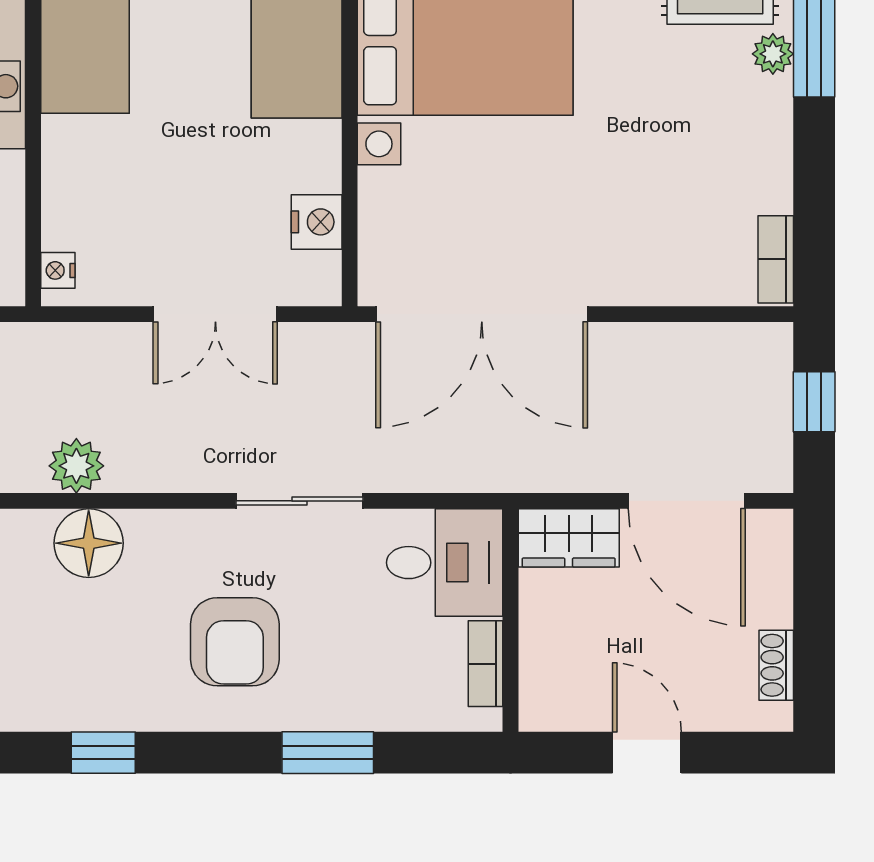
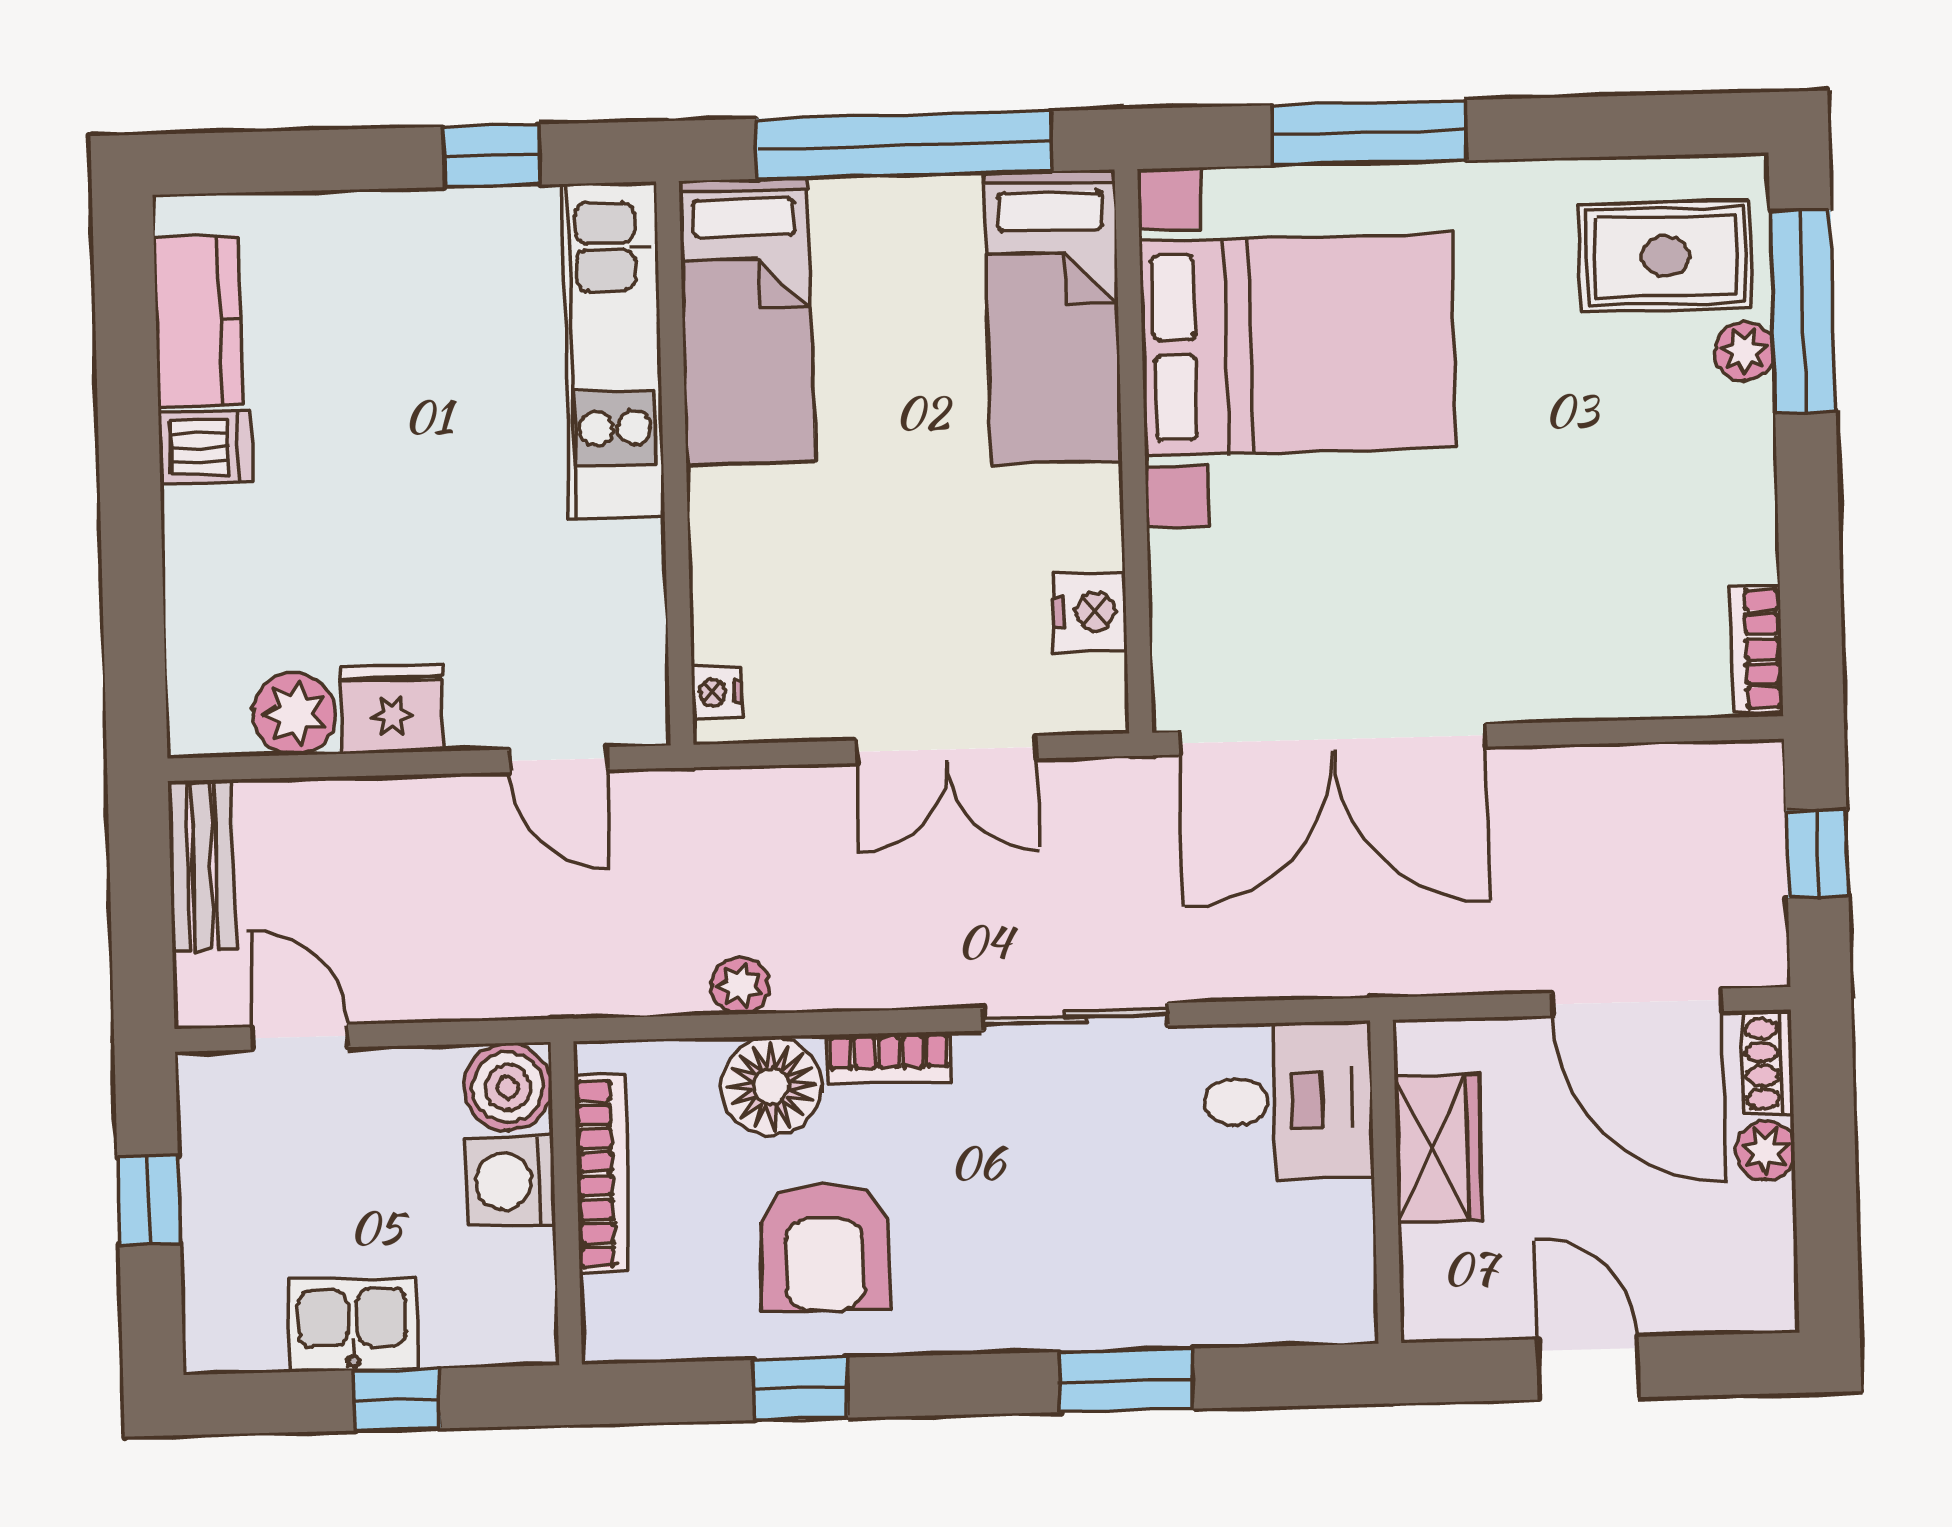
plant: (76, 466) -> (740, 986), width x0.73, depth x0.73
wardrobe: (569, 538) -> (1438, 1149), moved, turned -90
plant: (773, 606) -> (1765, 1151), added
armchair: (235, 642) -> (824, 1246), moved
bookcase: (485, 664) -> (889, 1058), moved, turned -90
shoe rack: (776, 665) -> (1768, 1064), moved

